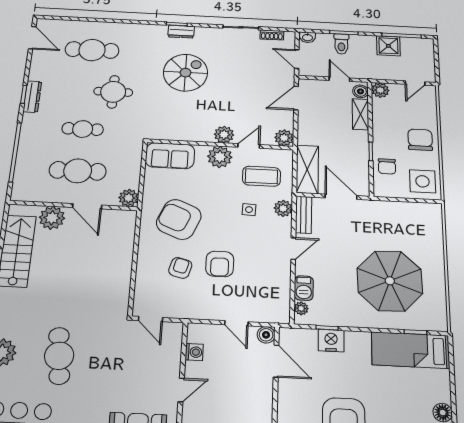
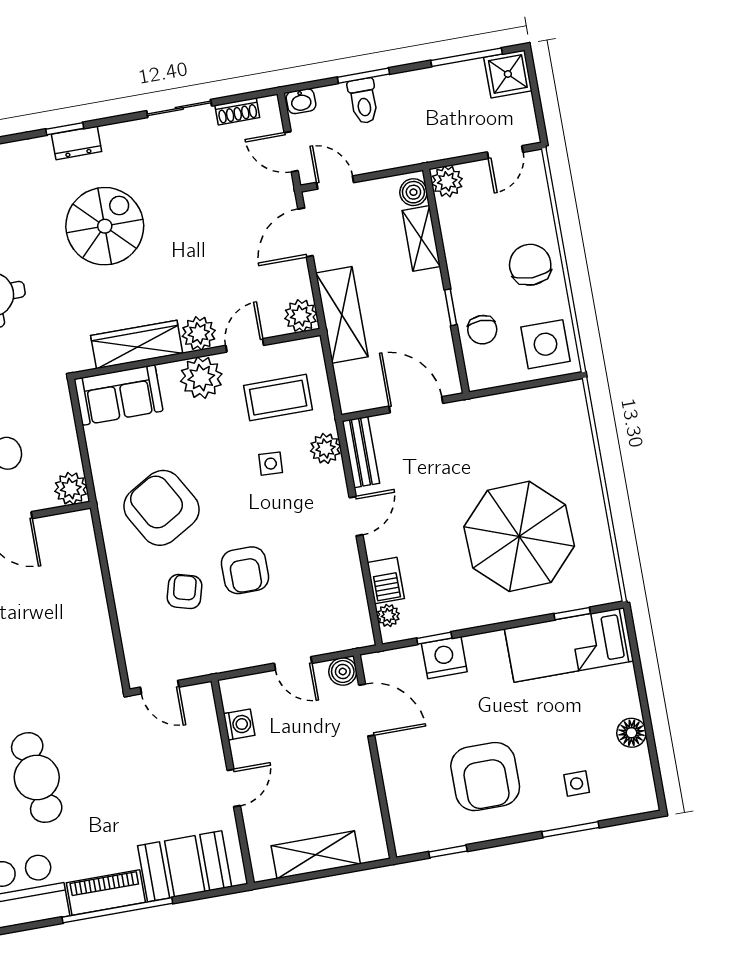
shower: (388, 46) -> (508, 74), moved
door: (339, 79) -> (335, 182), moved
wardrobe: (187, 133) -> (137, 344), added
shelving: (307, 169) -> (342, 315), moved
armchair: (179, 219) -> (161, 508), turned 37

